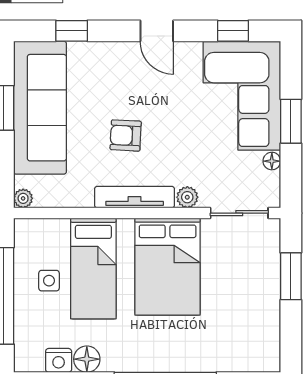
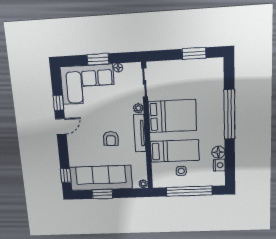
window: (72, 31) -> (66, 175), moved
window: (233, 31) -> (58, 103), moved
window: (291, 276) -> (194, 53), moved

